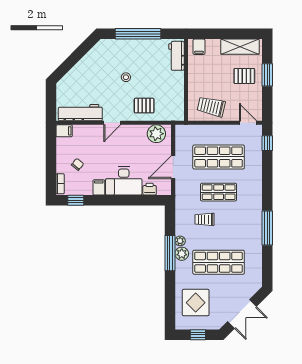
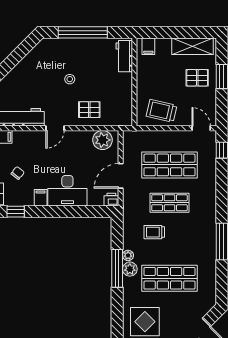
printer: (150, 189) -> (111, 200), moved

